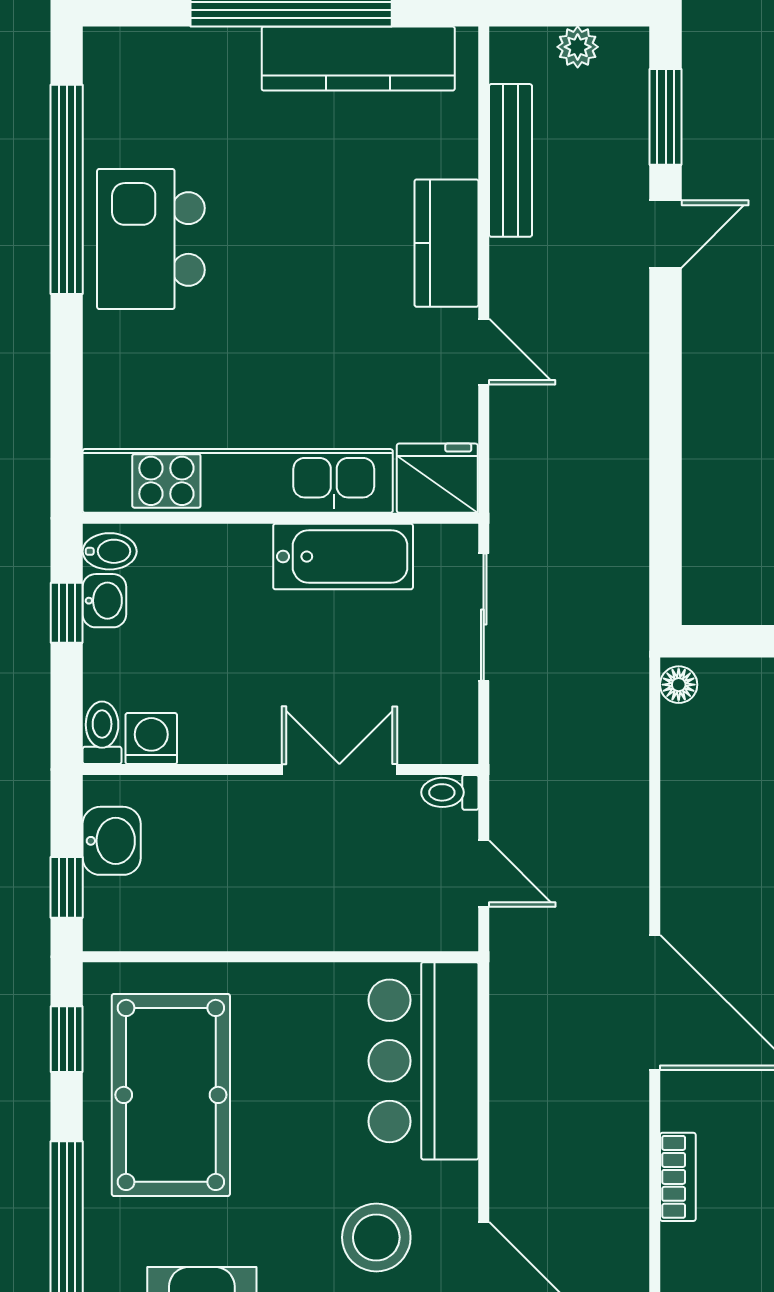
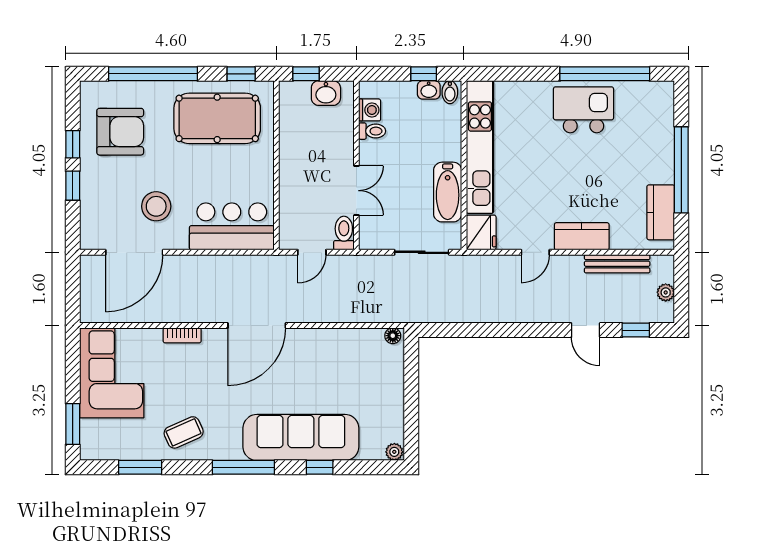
kitchen counter: (358, 59) -> (661, 212), width x0.67
window: (666, 117) -> (636, 330), width x0.67
toilet: (102, 733) -> (372, 131), moved
toilet: (450, 792) -> (344, 233), width x1.37, depth x1.39

